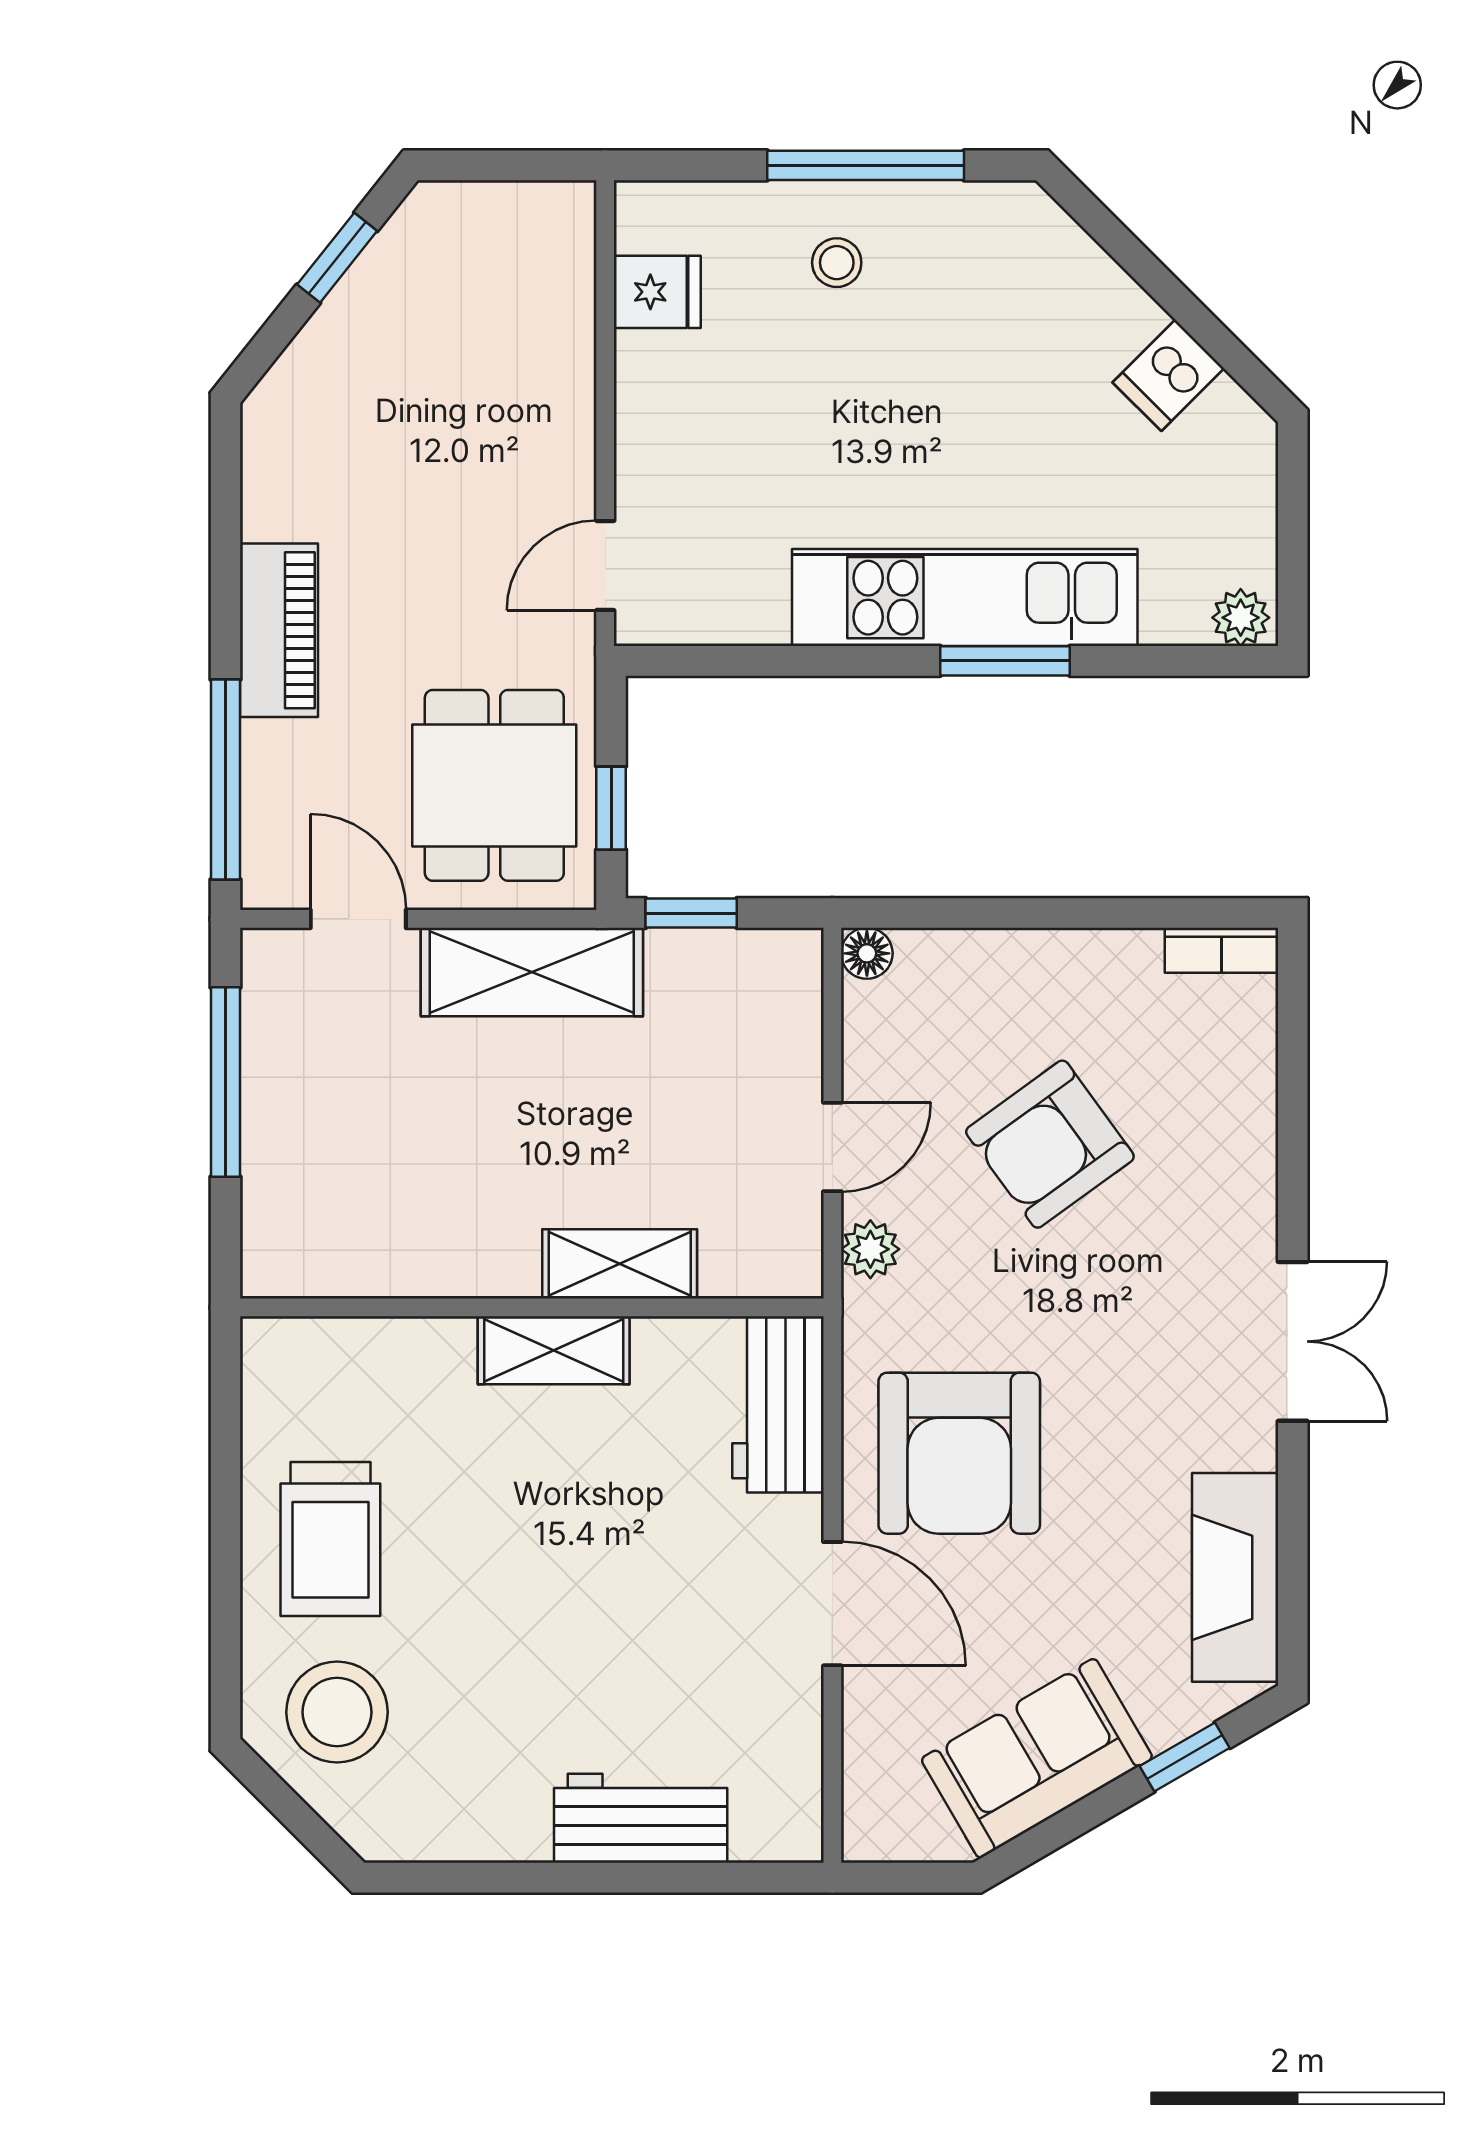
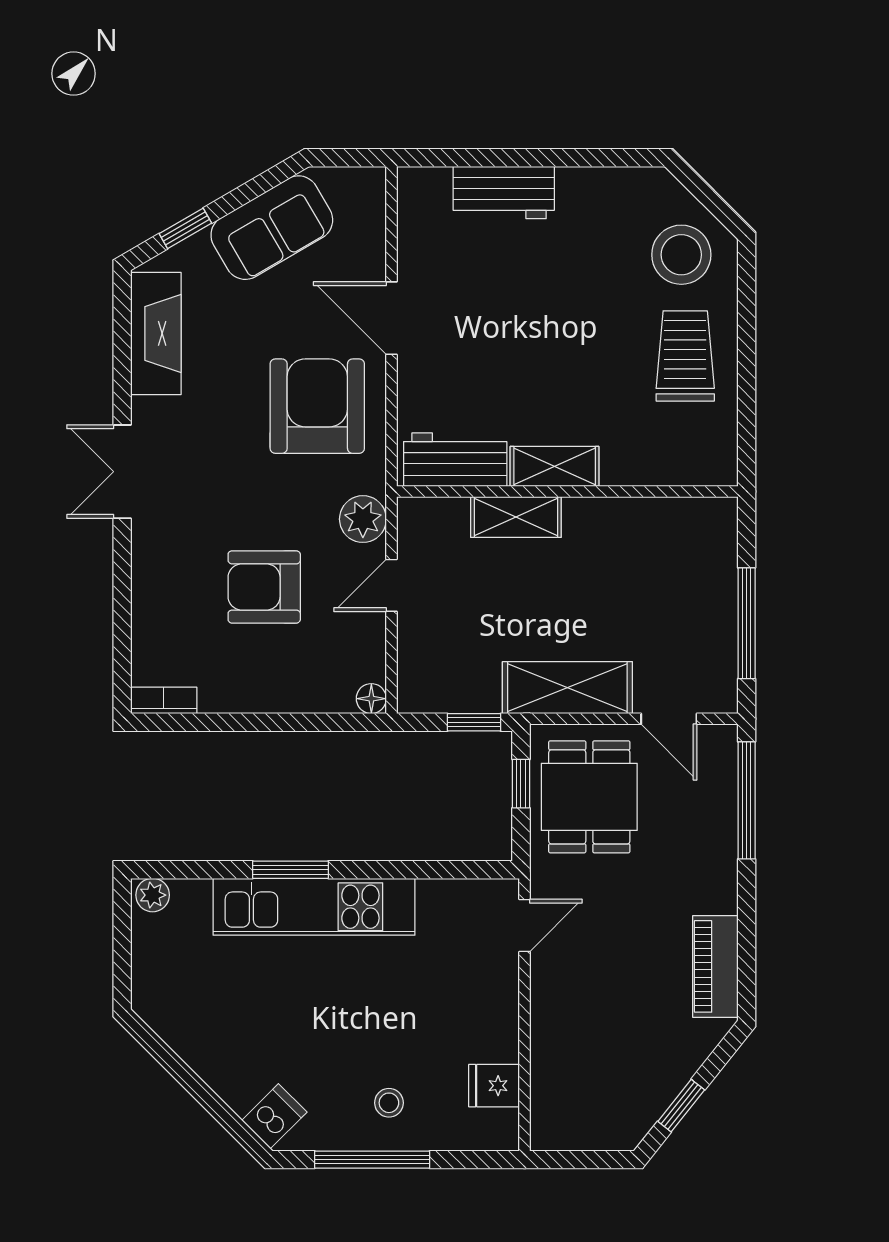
dishwasher: (1168, 375) -> (274, 1116), moved
piano: (279, 630) -> (715, 966), moved
armchair: (1050, 1144) -> (264, 587), turned -144
plant: (870, 1249) -> (363, 519), width x1.38, depth x1.38
workbench: (778, 1404) -> (455, 460), moved, turned -90

